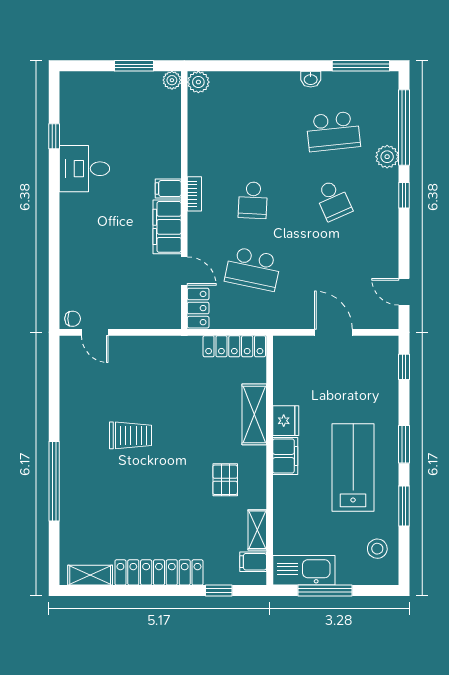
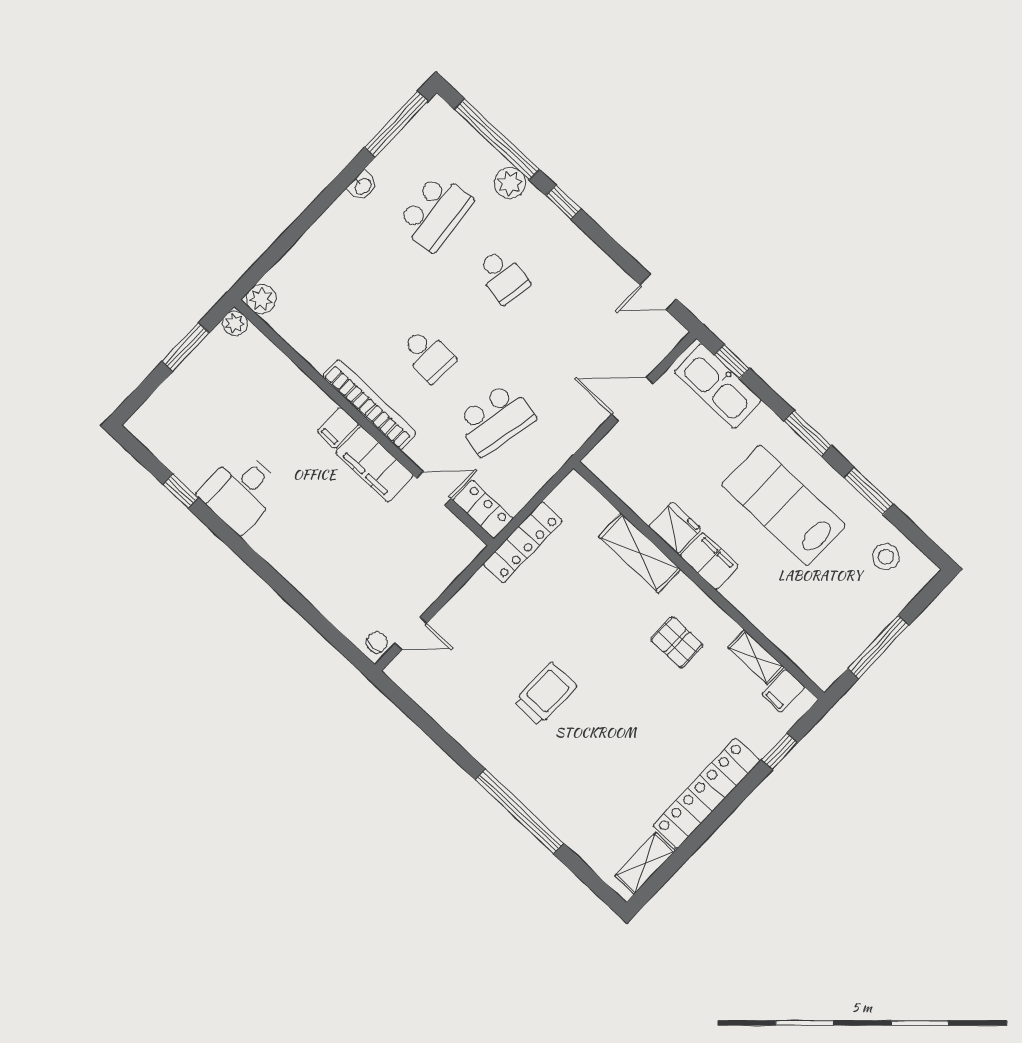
bookcase: (194, 194) -> (369, 405), width x2.31, depth x1.31
school desk: (333, 200) -> (503, 276), turned 33
locker: (234, 346) -> (523, 542), moved
kitchen sink: (304, 570) -> (718, 386), moved, turned -90

